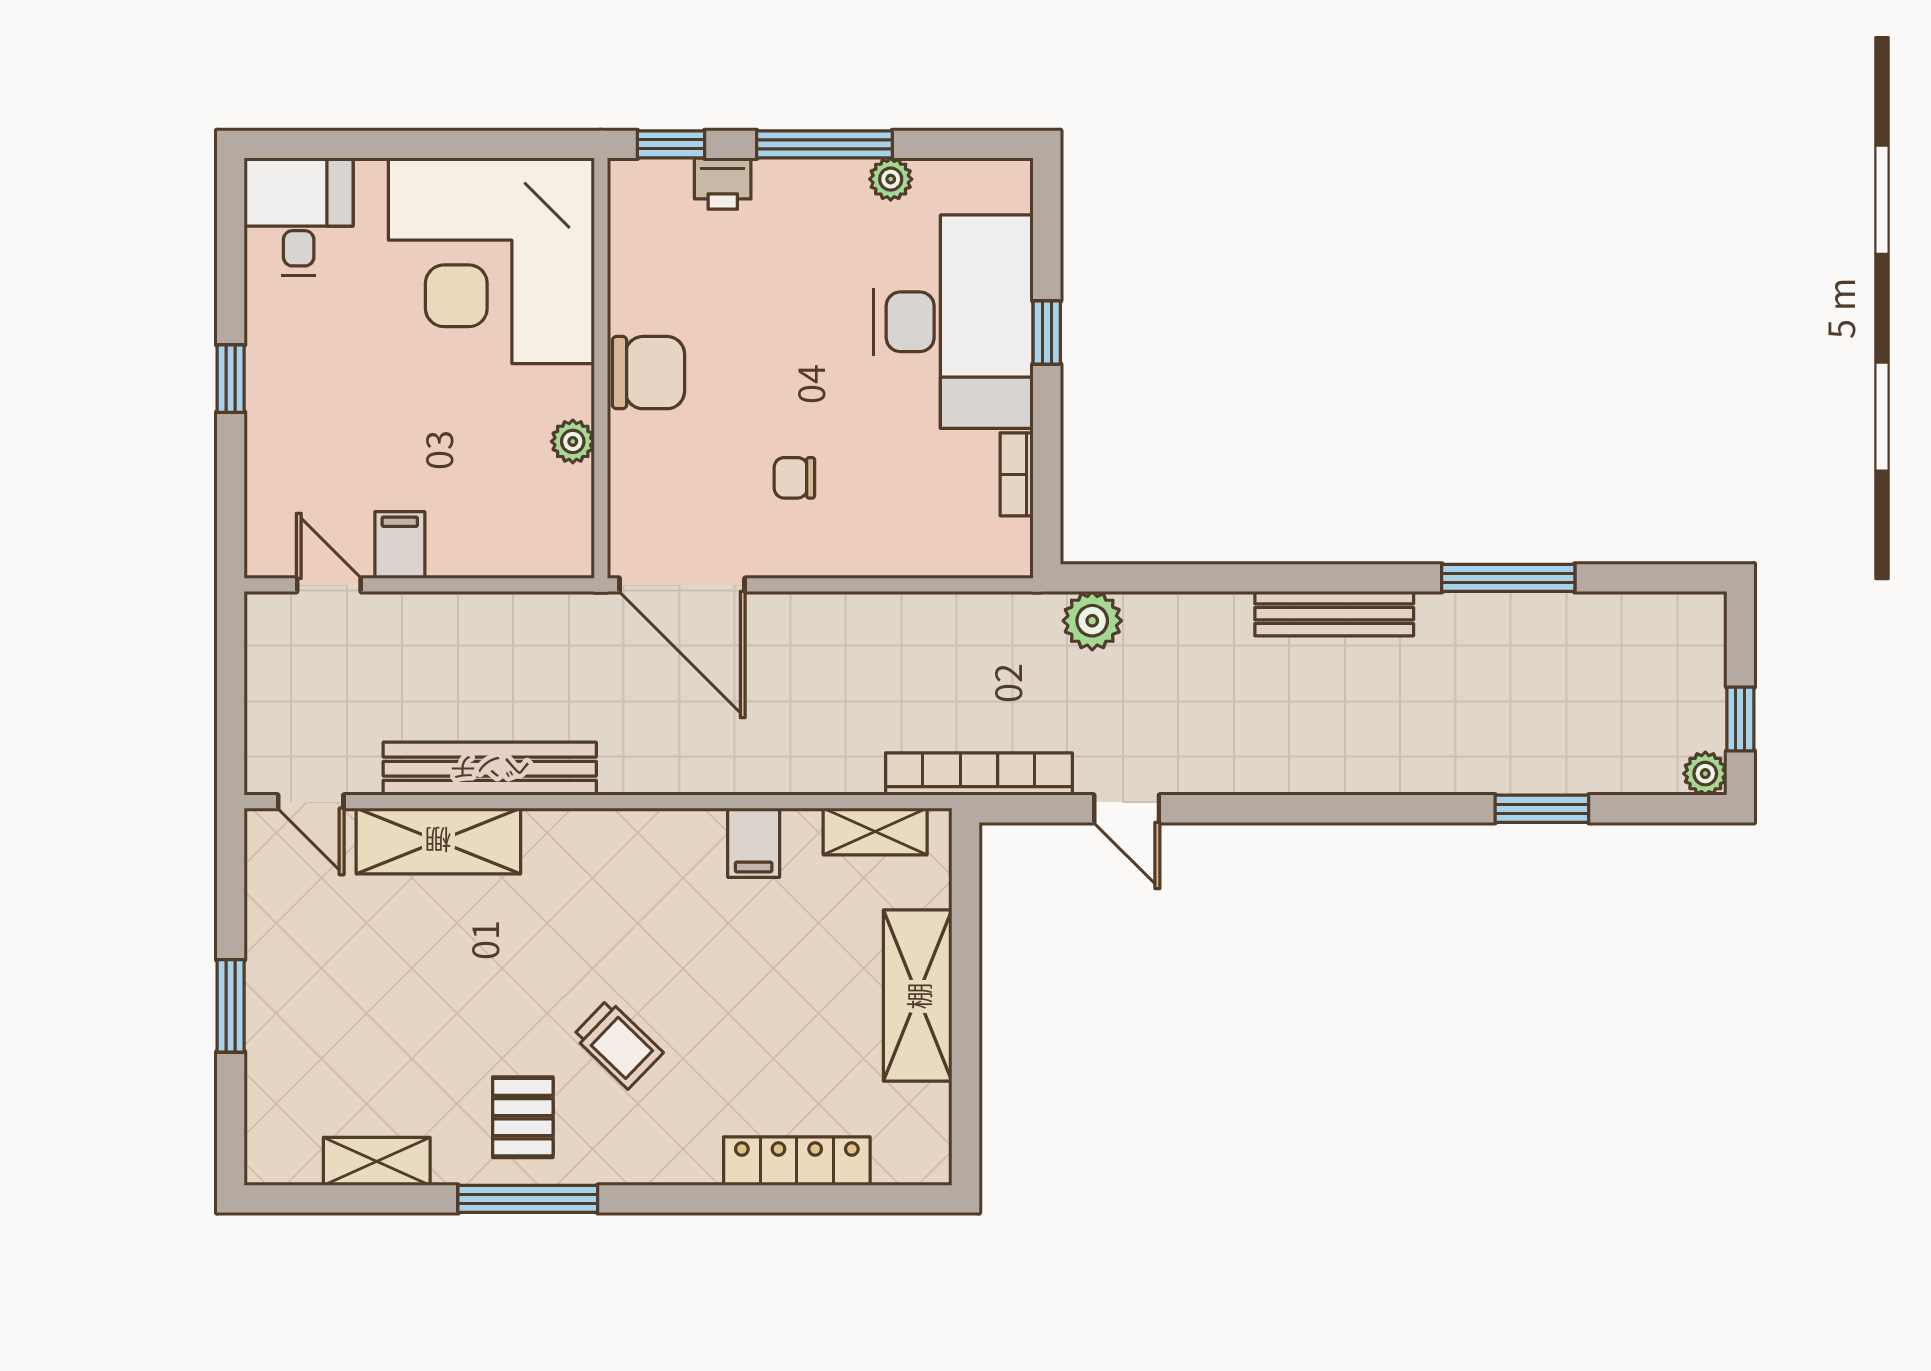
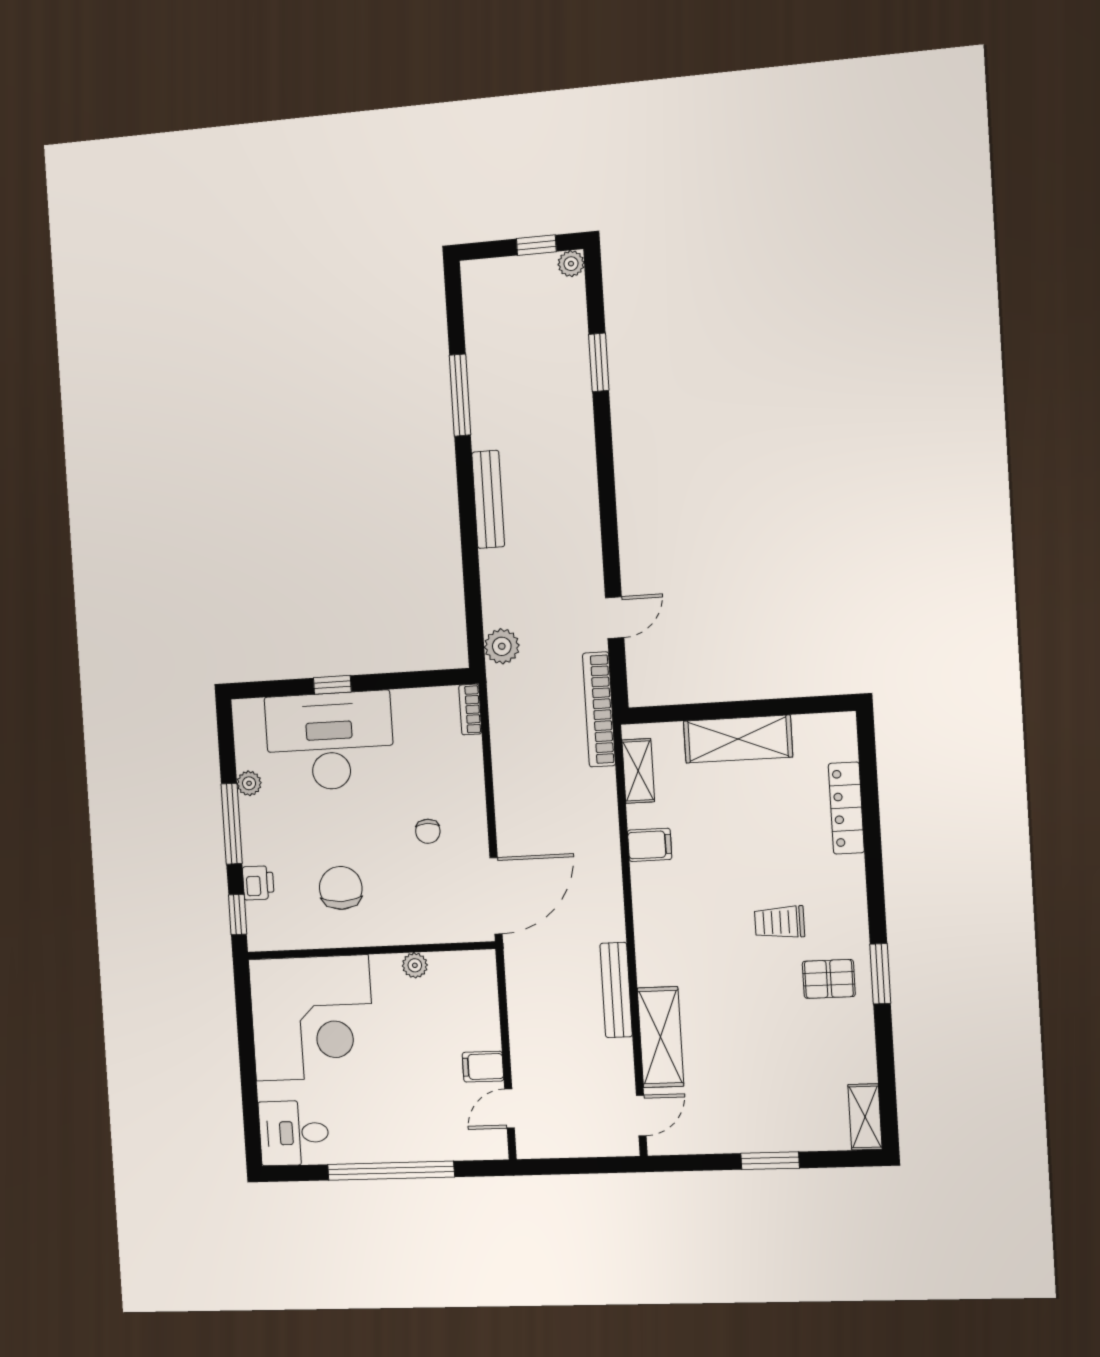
chair: (648, 373) -> (341, 888), moved
window: (231, 379) -> (391, 1171), width x3.17
bookcase: (1017, 474) -> (470, 709), moved, turned 90
bench: (490, 769) -> (616, 990), width x0.73, depth x0.82
trolley: (618, 1044) -> (779, 922), turned -134
shelving: (377, 1161) -> (865, 1117), moved
window: (528, 1199) -> (880, 974), width x0.69

